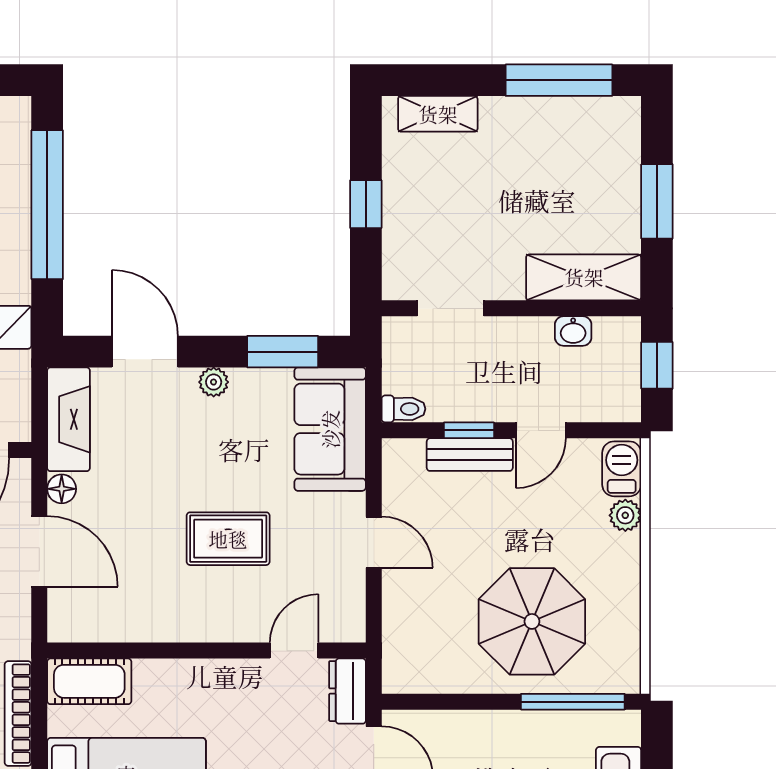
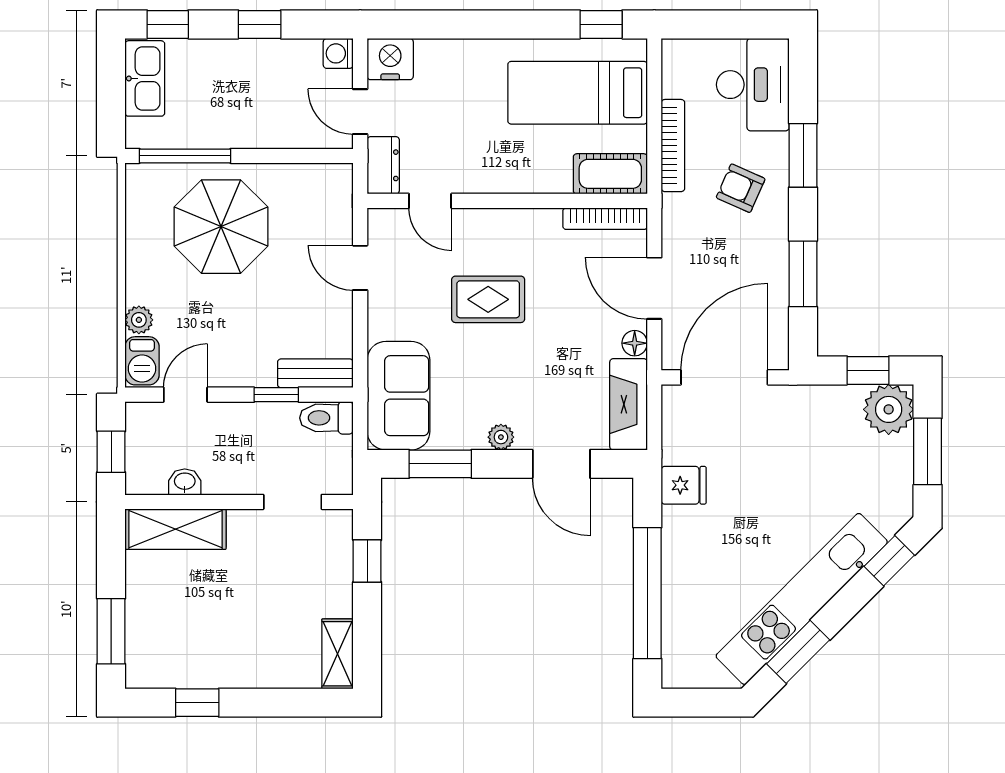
window: (559, 80) -> (197, 703), width x0.46
shelving: (438, 114) -> (337, 654), moved, turned 90
window: (657, 201) -> (111, 631), moved
window: (366, 204) -> (367, 561), moved
toilet: (403, 409) -> (326, 418), width x1.37, depth x1.39
door: (541, 430) -> (185, 395), moved
bench: (470, 455) -> (315, 373), moved
door: (374, 542) -> (360, 268), moved
bookcase: (95, 630) -> (605, 219), added
door: (294, 651) -> (430, 201), hinge flipped

